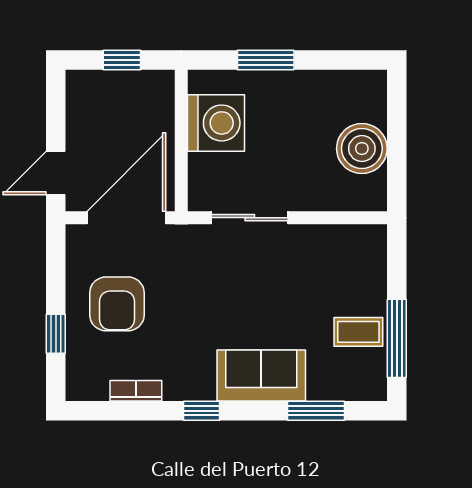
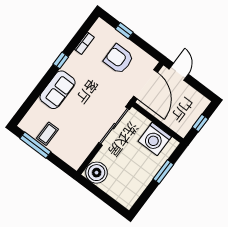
boiler: (362, 149) -> (97, 173), moved
sliding door: (250, 218) -> (114, 126), width x1.37
window: (316, 411) -> (32, 99), removed

